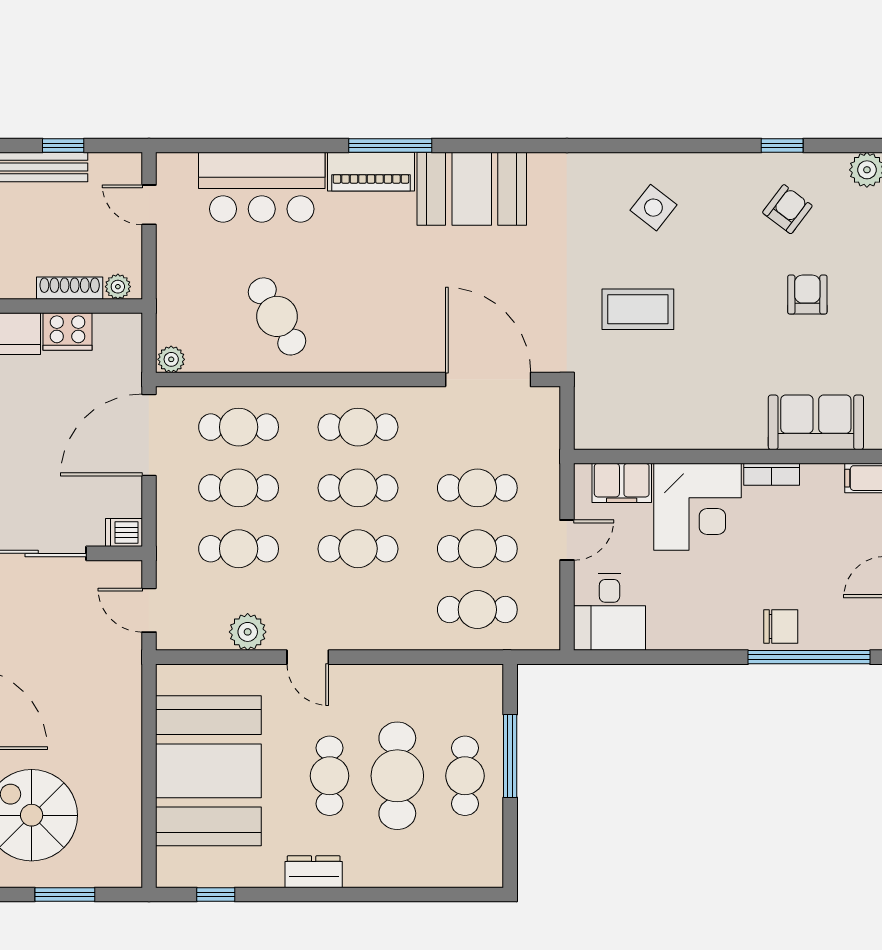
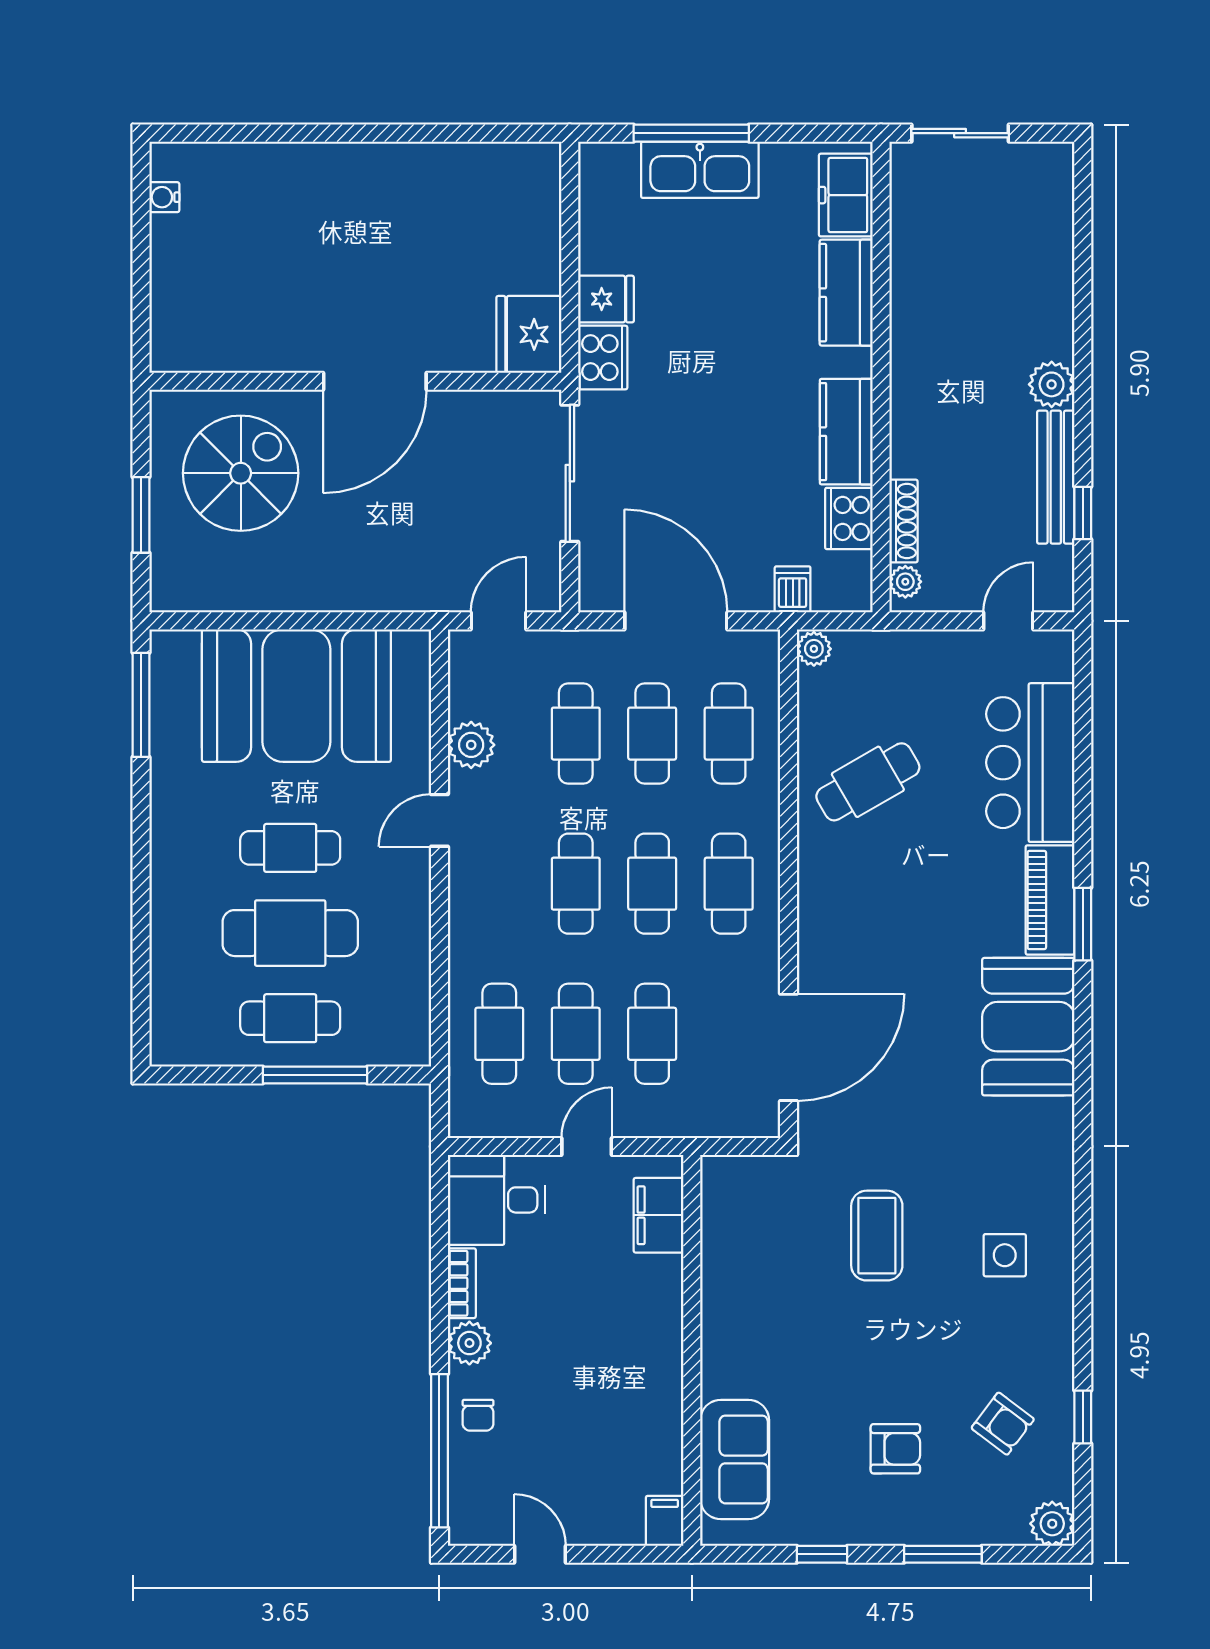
window: (390, 145) -> (1083, 924), width x0.69
side table: (653, 208) -> (1005, 1255), turned -38
door: (149, 435) -> (676, 621), moved
bookcase: (772, 474) -> (462, 1283), moved, turned 180
corner desk: (698, 507) -> (629, 1311), removed
dishwasher: (124, 532) -> (793, 589), moved
door: (567, 540) -> (587, 1146), swing flipped
chair: (781, 626) -> (478, 1415), width x0.73, depth x0.73
plant: (723, 633) -> (469, 1343), added
dresser: (314, 872) -> (170, 828), removed
window: (216, 894) -> (141, 705), width x2.17

